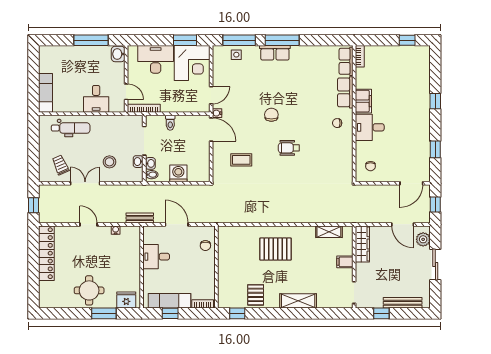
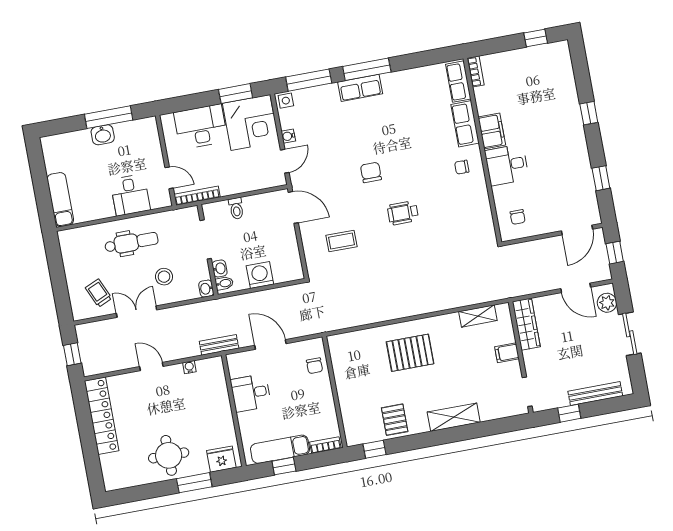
washbasin: (118, 54) -> (103, 135), moved, turned -90
side table: (236, 55) -> (286, 101), moved
water cooler: (217, 113) -> (288, 136), moved
dental chair: (71, 128) -> (131, 243), moved
washbasin: (138, 162) -> (206, 289), moved

